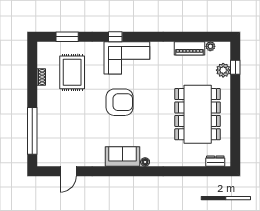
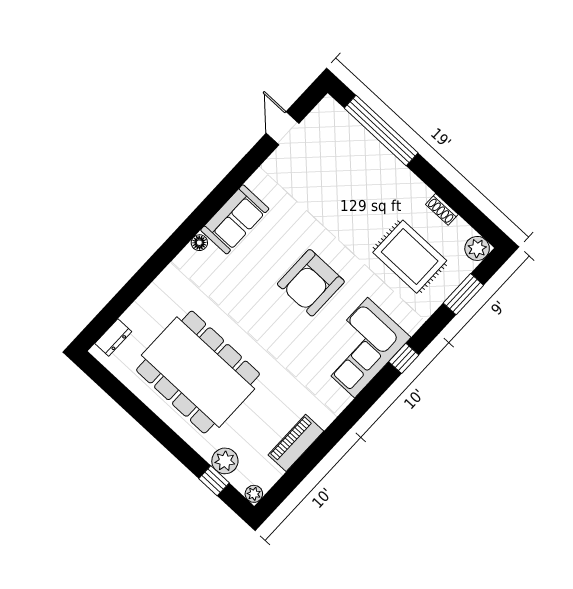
plant: (210, 46) -> (254, 494), moved
plant: (44, 48) -> (477, 248), added

